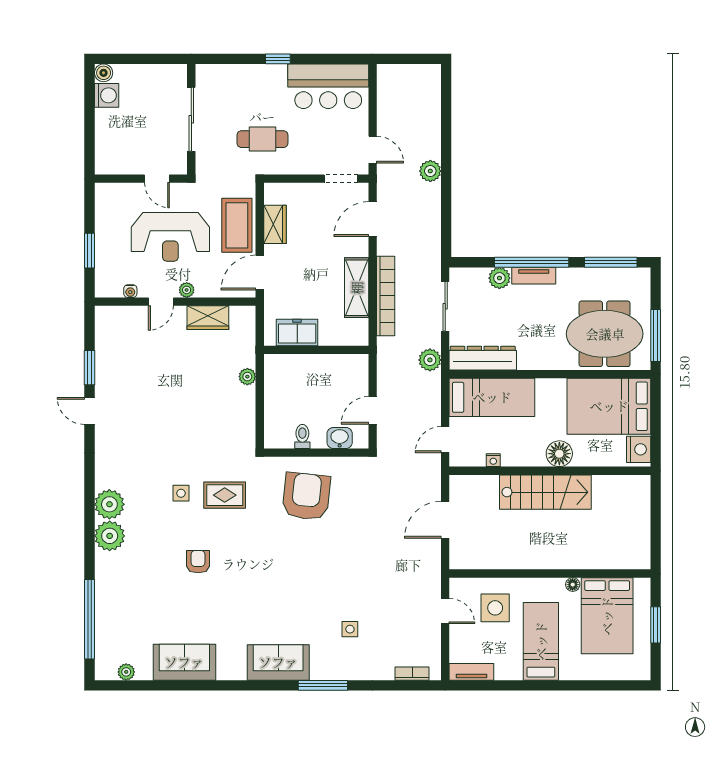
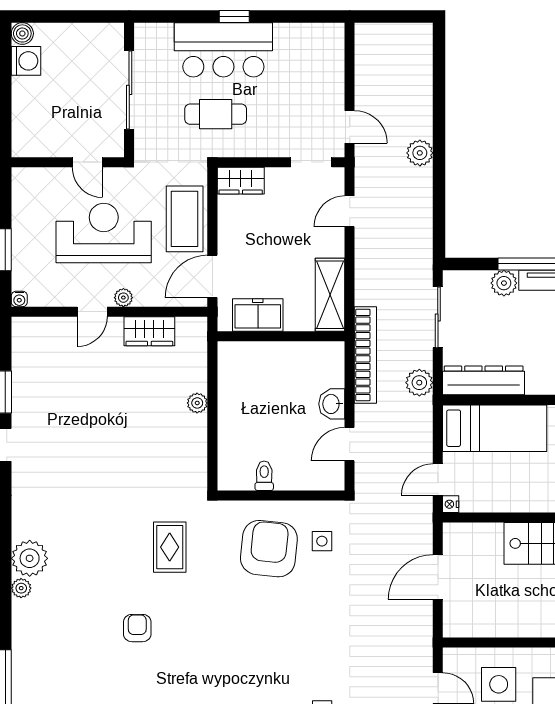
bar counter: (328, 86) -> (223, 50), moved
door: (373, 219) -> (350, 211), width x0.73
wardrobe: (275, 224) -> (241, 181), moved, turned 90
reception desk: (170, 237) -> (104, 233), turned 180
water cooler: (130, 291) -> (19, 299), moved
bookcase: (386, 296) -> (365, 355), moved
freezer: (297, 332) -> (258, 315), moved
wall: (316, 350) -> (281, 336), moved
washbasin: (340, 438) -> (332, 404), moved, turned -90
nightstand: (493, 460) -> (451, 504), moved, turned 90
side table: (181, 493) -> (322, 541), moved
rug: (225, 495) -> (170, 547), turned 90
plant: (110, 536) -> (21, 588), width x0.53, depth x0.53

